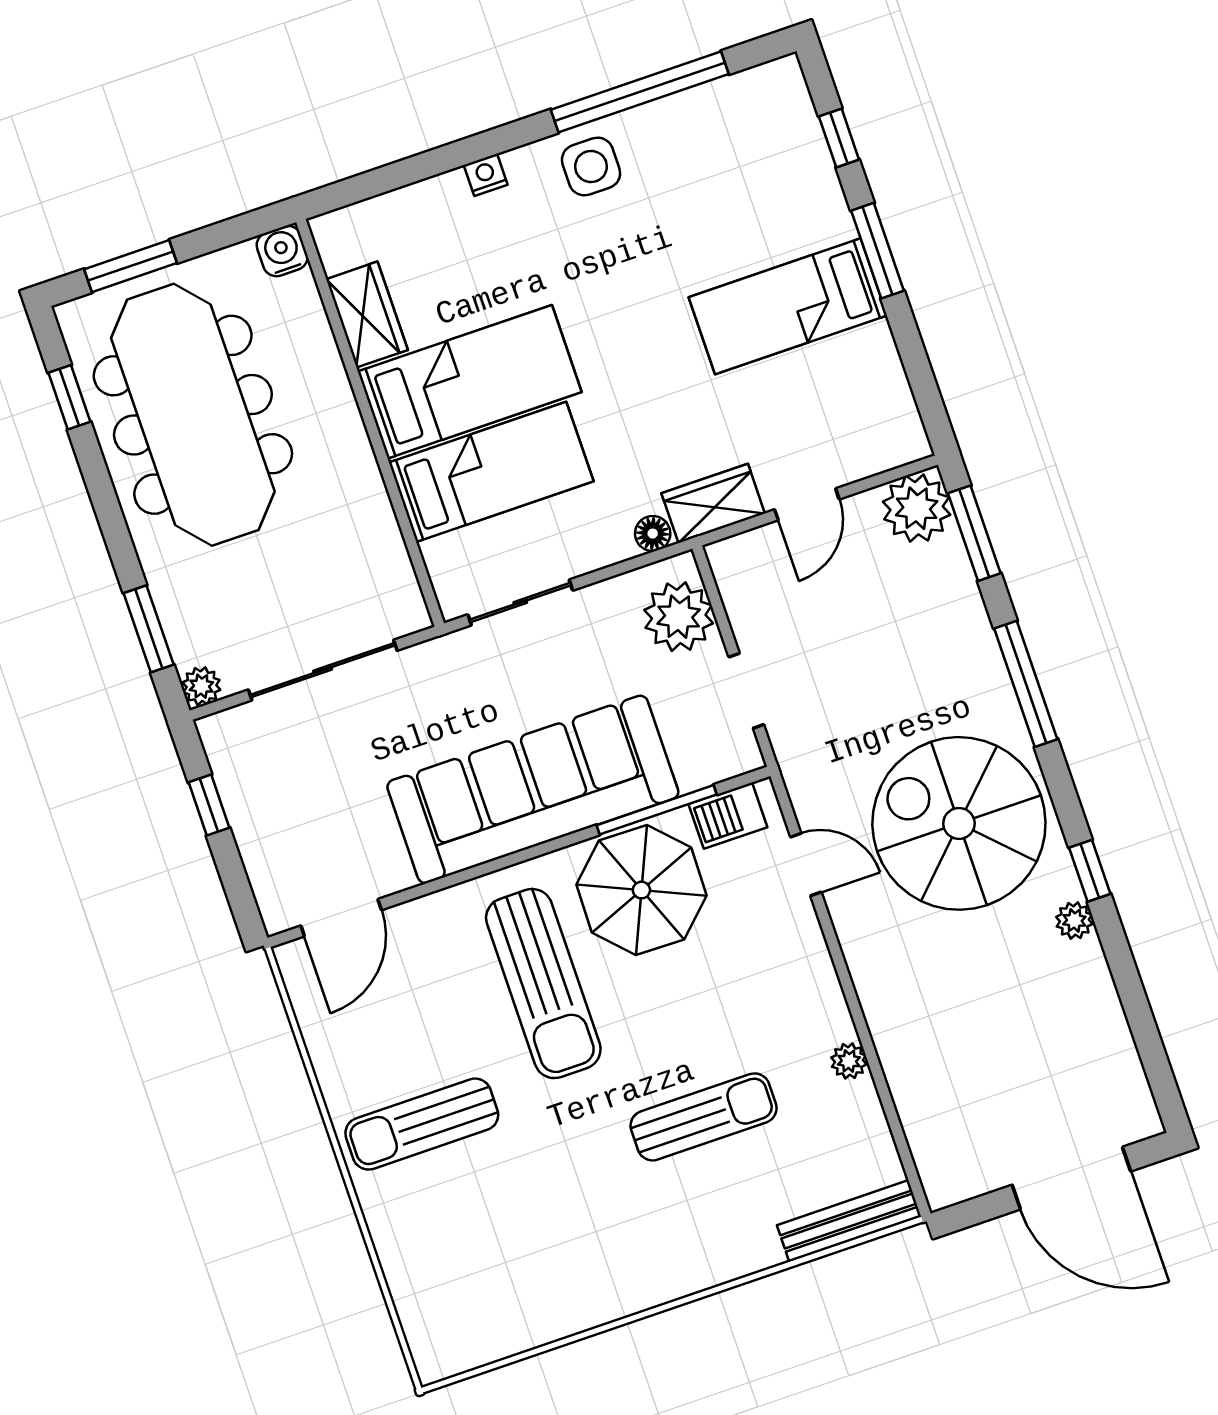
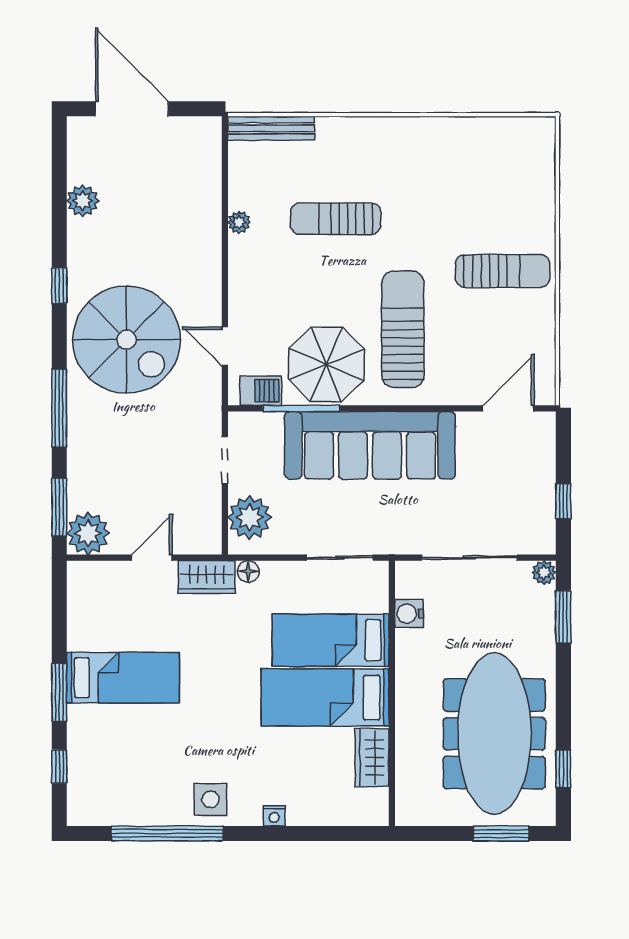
water cooler: (282, 251) -> (409, 614), moved, turned 90
plant: (1074, 920) -> (83, 201), moved, width x1.38, depth x1.38

